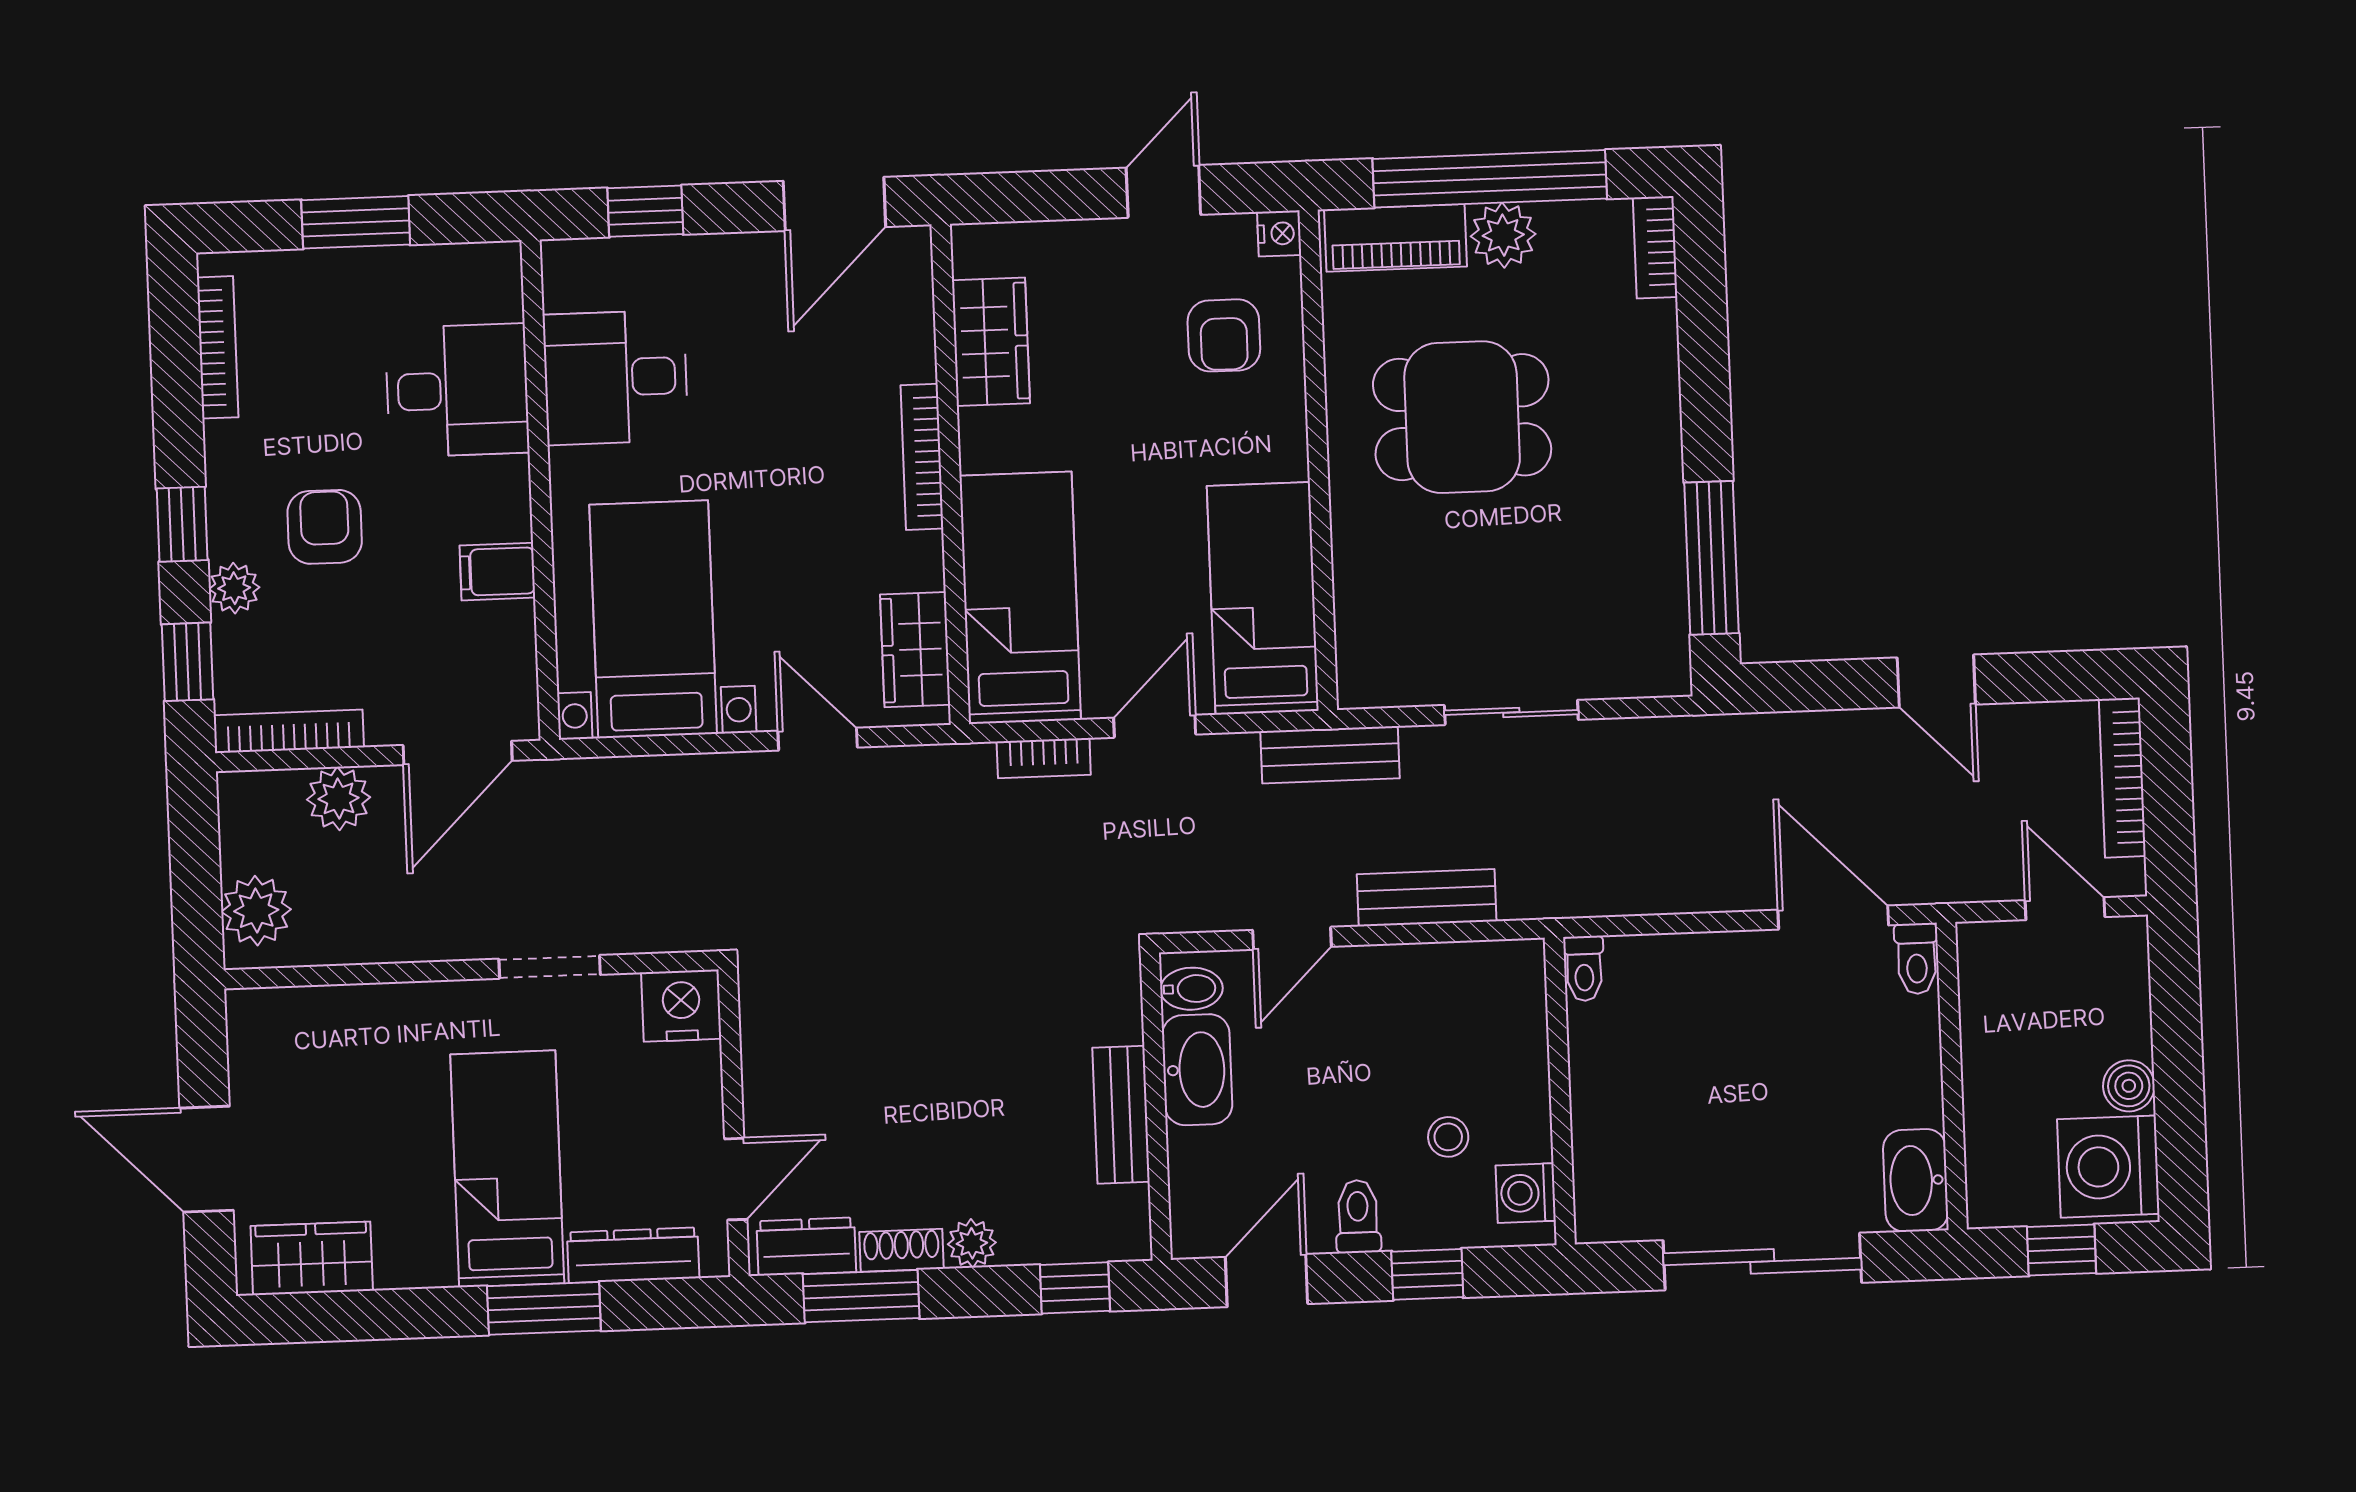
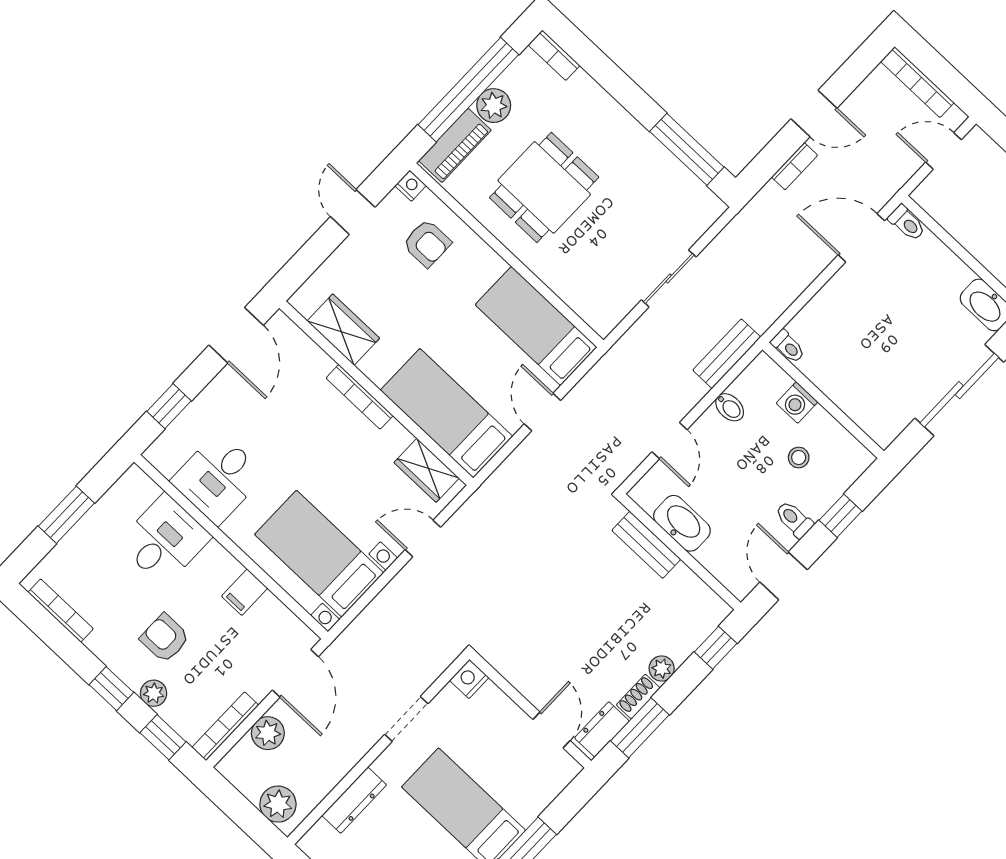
bench: (1330, 755) -> (617, 359), removed
bookcase: (1044, 758) -> (795, 166), moved
bench: (1427, 898) -> (727, 354), moved
bidet: (1191, 989) -> (730, 407), moved, turned 90
nightstand: (681, 1006) -> (469, 679), width x0.74, depth x0.75
bench: (1121, 1115) -> (646, 545), moved
washing machine: (1526, 1193) -> (797, 403), moved
dresser: (633, 1255) -> (354, 800), moved, turned 180

